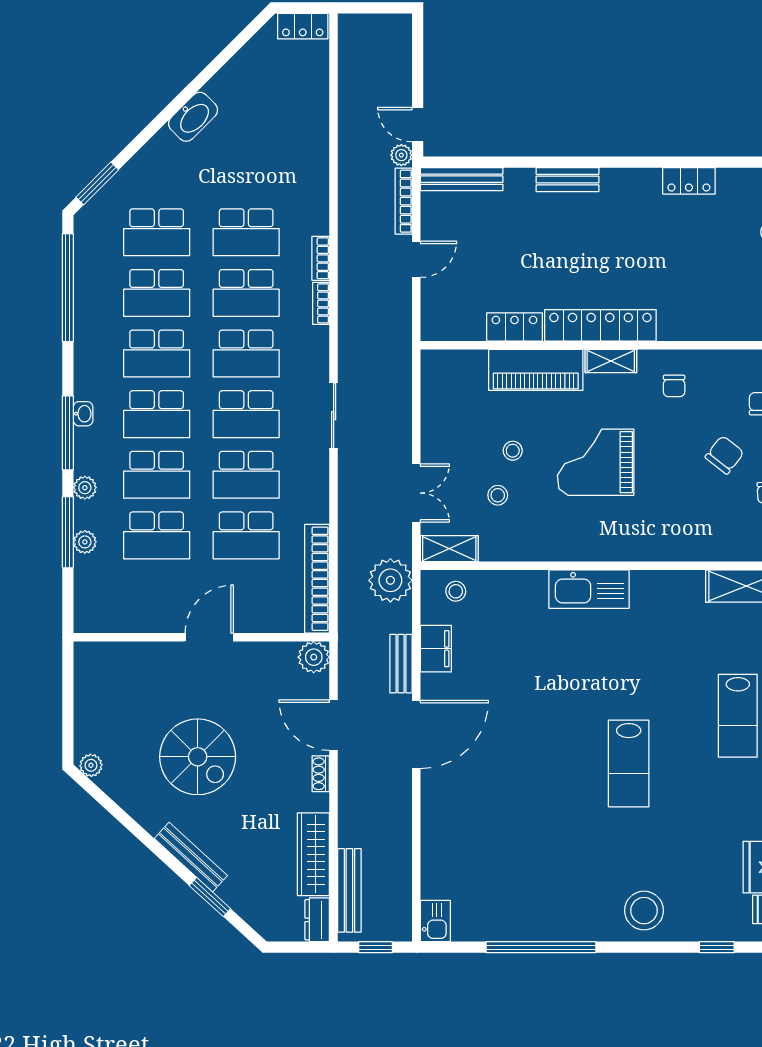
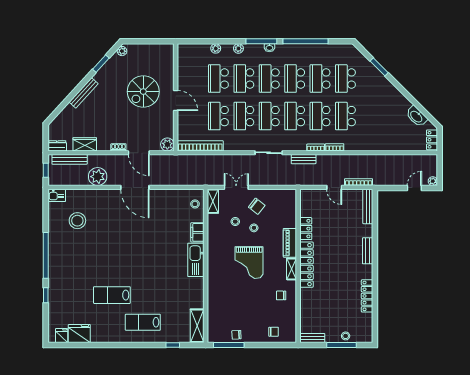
washbasin: (193, 117) -> (416, 116), moved
door: (418, 125) -> (414, 188), moved
plant: (401, 155) -> (433, 181), moved
locker: (689, 181) -> (367, 296), width x1.53
window: (97, 183) -> (379, 67), moved
window: (68, 288) -> (305, 41), moved
piano: (536, 370) -> (290, 243), width x0.73, depth x0.75
chair: (725, 455) -> (257, 206), moved
grand piano: (596, 462) -> (249, 263), turned 180
double door: (416, 493) -> (236, 187), swing flipped
window: (68, 532) -> (220, 41), removed
plant: (390, 580) -> (98, 177), moved
filing cabinet: (436, 649) -> (197, 232), moved, turned 90
bench: (401, 664) -> (304, 159), moved
door: (334, 725) -> (139, 153), swing flipped
spiral stairs: (198, 757) -> (143, 92), moved
lab bench: (629, 764) -> (112, 295), moved
wardrobe: (313, 854) -> (85, 144), width x0.67
window: (210, 897) -> (101, 64), moved
stool: (644, 911) -> (77, 221), moved
window: (541, 947) -> (46, 255), moved
window: (717, 947) -> (46, 295), moved

